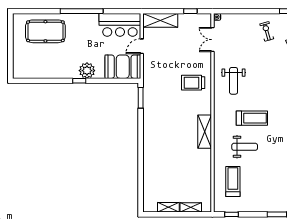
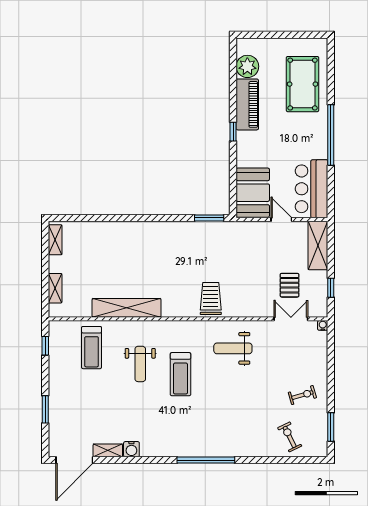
pallet: (189, 41) -> (290, 285), added
piano: (60, 71) -> (247, 104), added
plant: (87, 71) -> (247, 66), moved
trolley: (193, 83) -> (211, 299), moved
shelving: (205, 132) -> (127, 308), moved, width x1.47
treadmill: (233, 181) -> (92, 348), turned 90
shelving: (168, 207) -> (55, 240), moved

